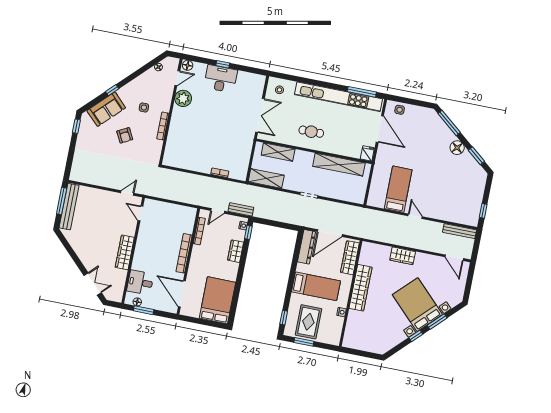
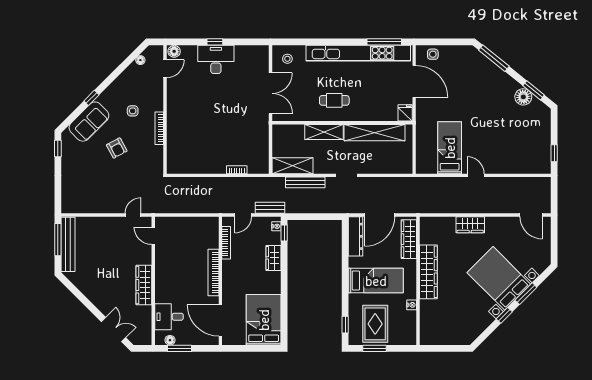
plant: (183, 98) -> (177, 91), removed
floor lamp: (457, 148) -> (523, 97), moved
shelving: (278, 152) -> (324, 132), moved
bench: (460, 231) -> (305, 182), moved

